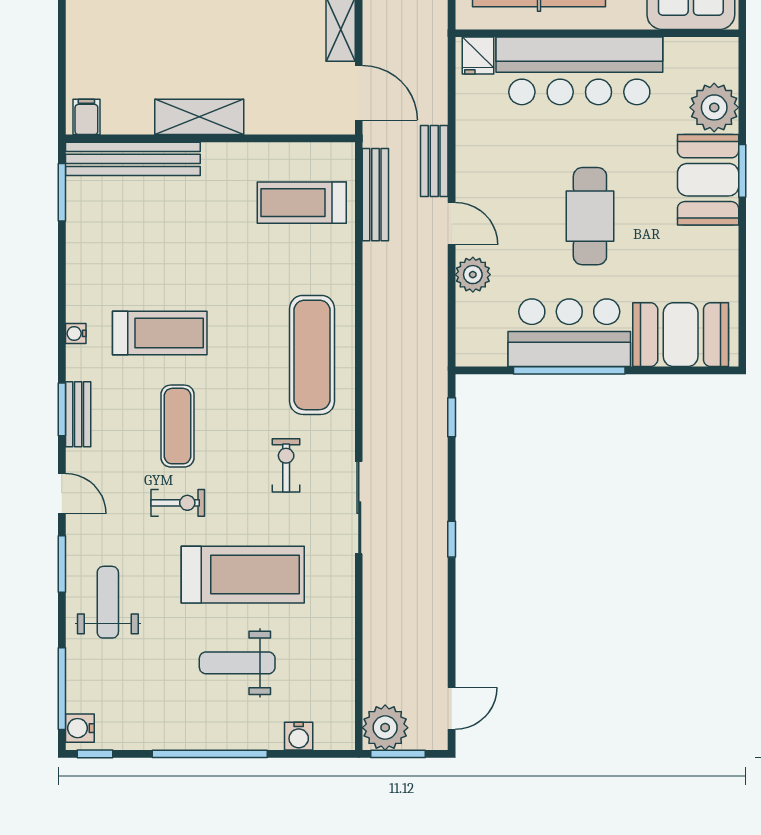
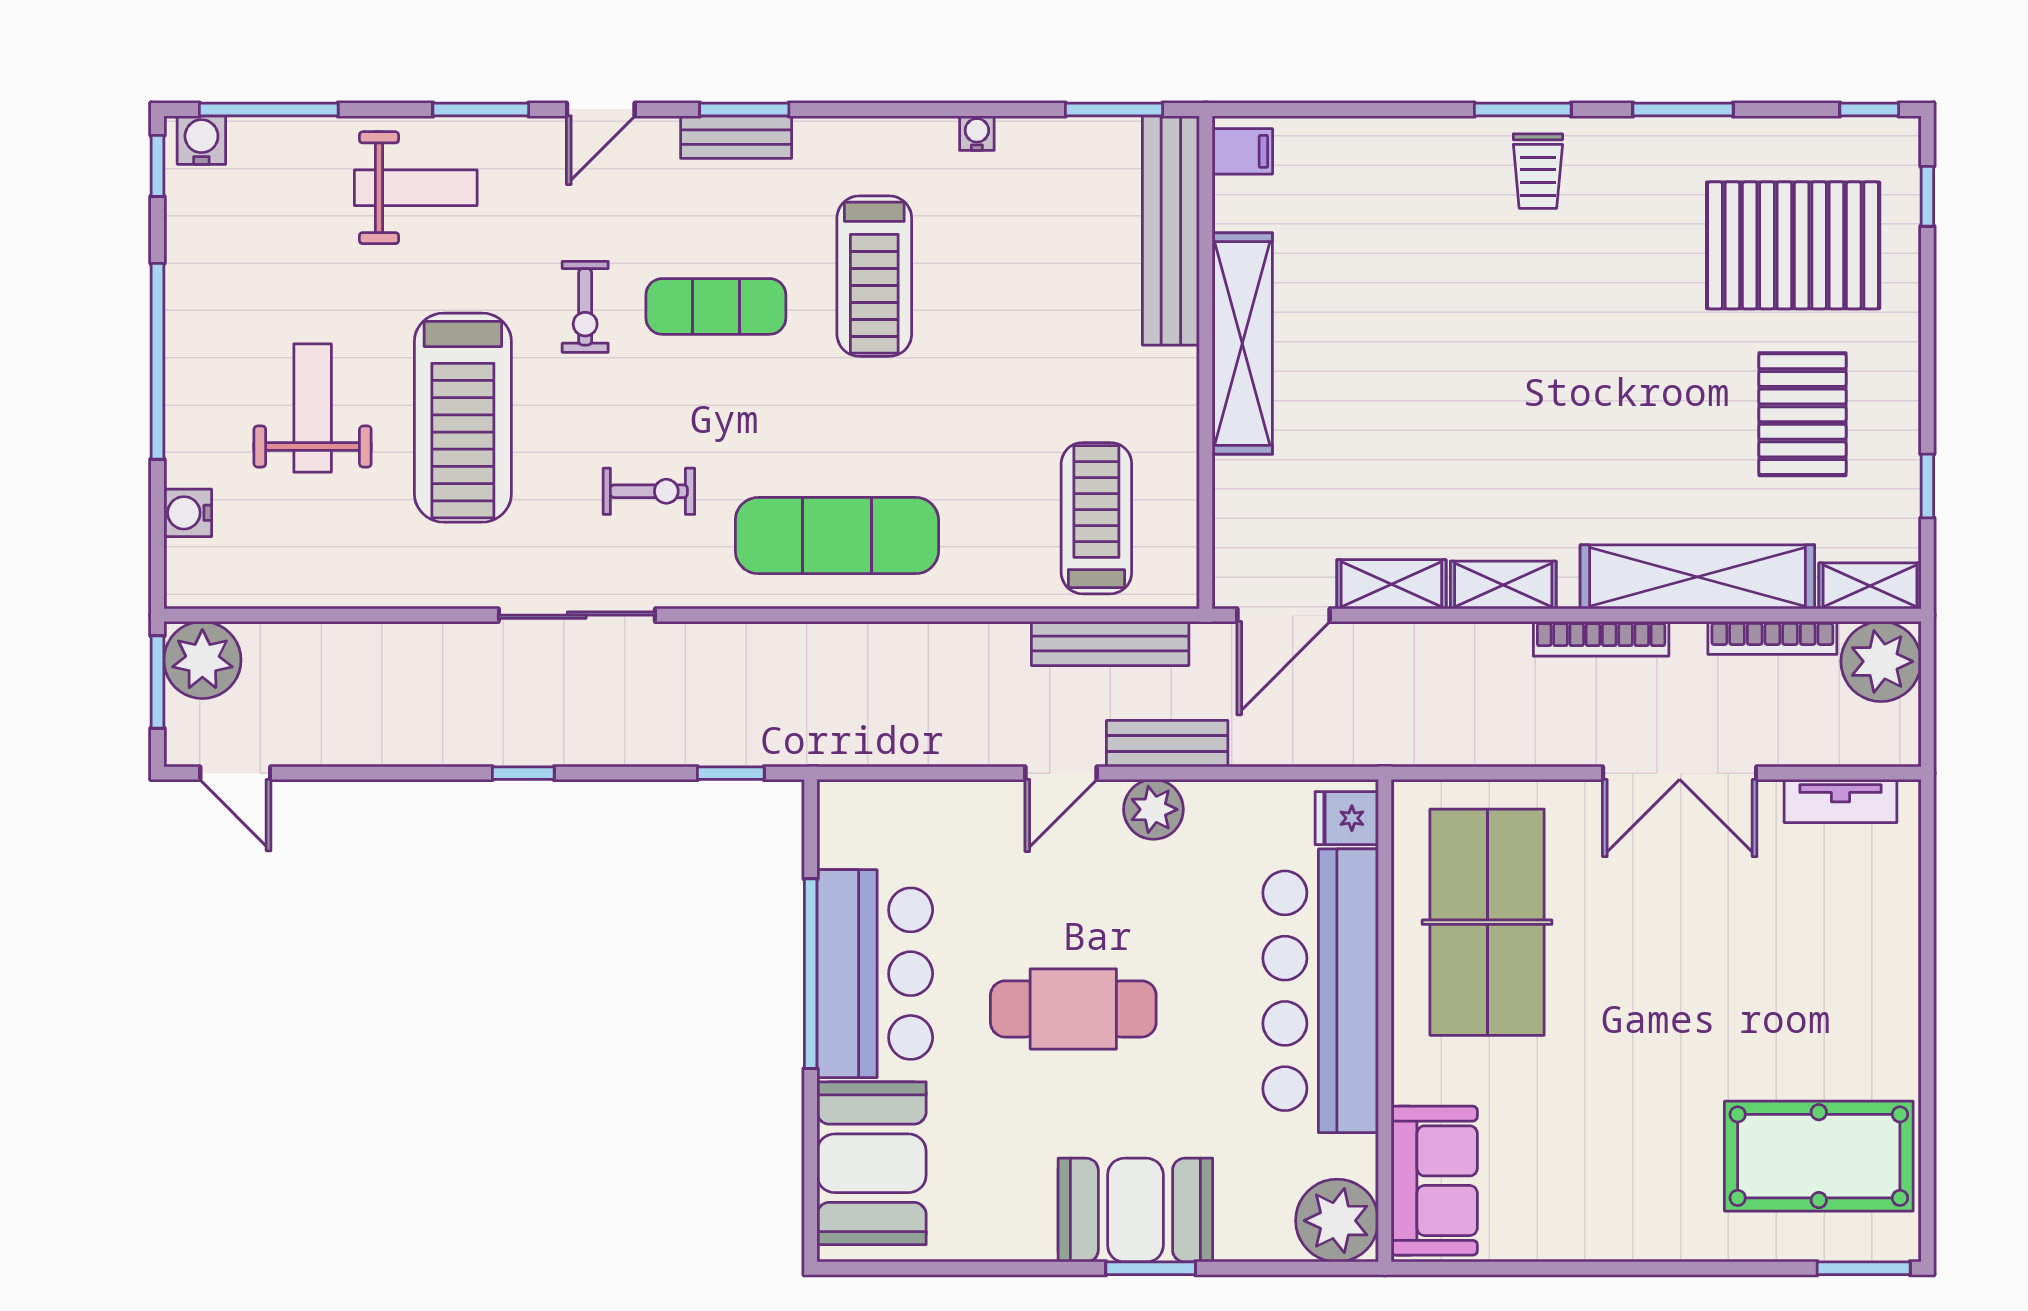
plant: (714, 107) -> (1337, 1221), moved
shelving: (199, 117) -> (1242, 344), width x1.47
plant: (473, 275) -> (1153, 809), moved
water cooler: (76, 333) -> (977, 133), moved

